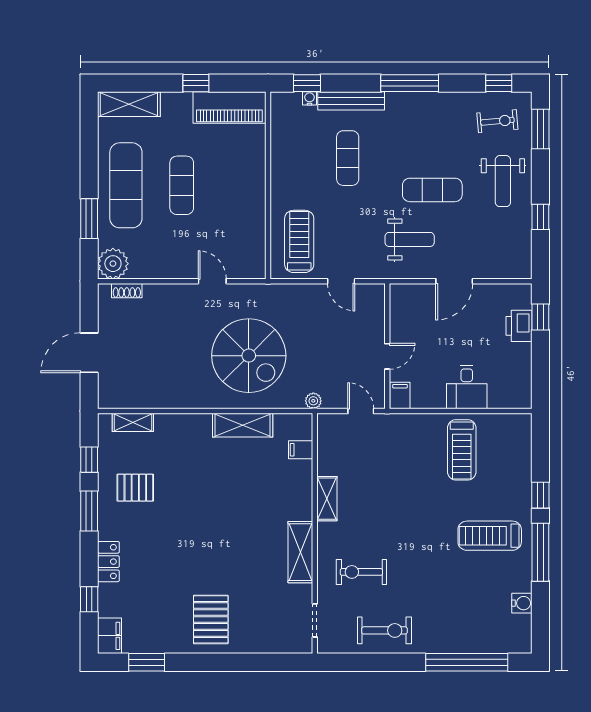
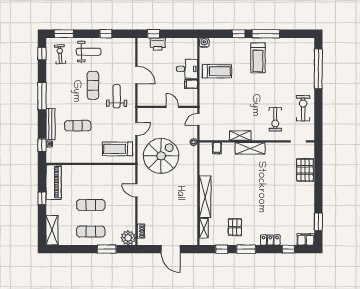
exercise mat: (126, 185) -> (91, 232), width x0.73, depth x0.69
door: (212, 281) -> (136, 190), hinge flipped
spiral stairs: (249, 356) -> (161, 156), moved
filing cabinet: (400, 396) -> (191, 84), moved
shelving: (243, 425) -> (205, 197), moved, width x1.47
shelving: (300, 552) -> (250, 148), moved
water cooler: (522, 603) -> (204, 43), moved
pallet: (211, 619) -> (305, 170), moved, turned 90

